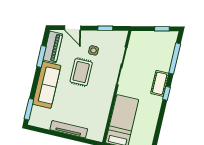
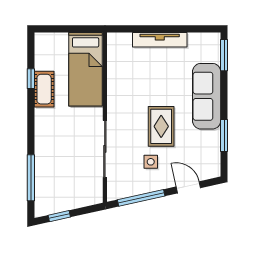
window: (105, 28) -> (141, 198), width x2.17
piano: (53, 47) -> (211, 153), removed
cot: (160, 83) -> (44, 89), moved
window: (167, 93) -> (31, 79), moved

